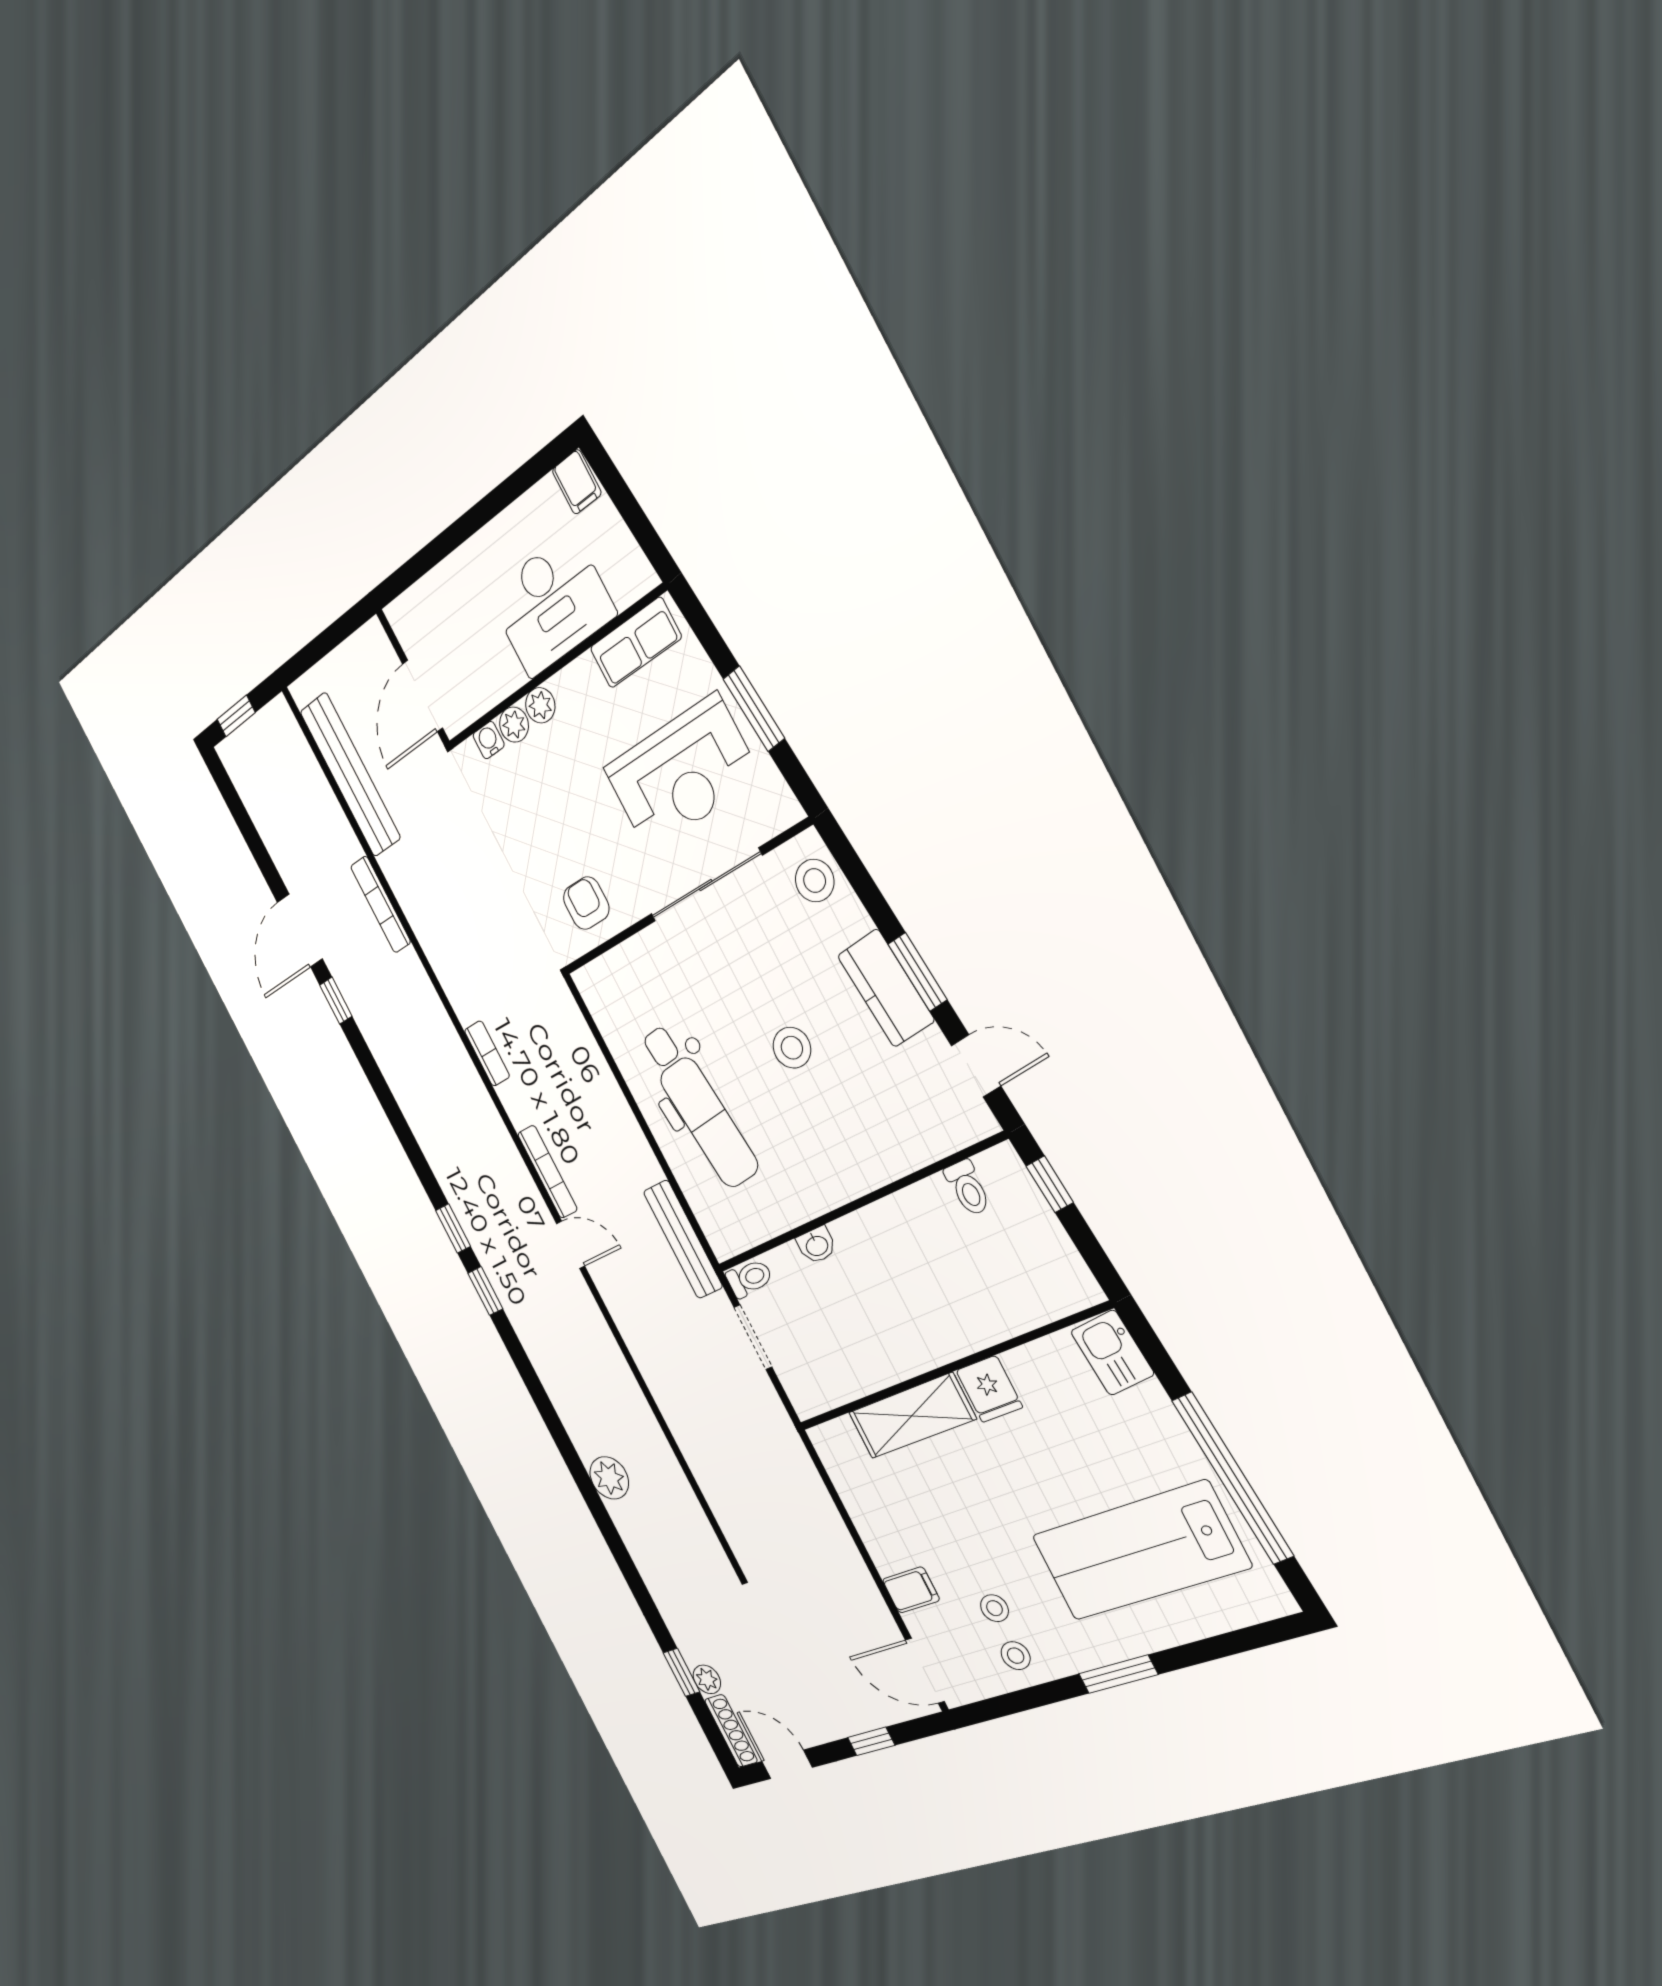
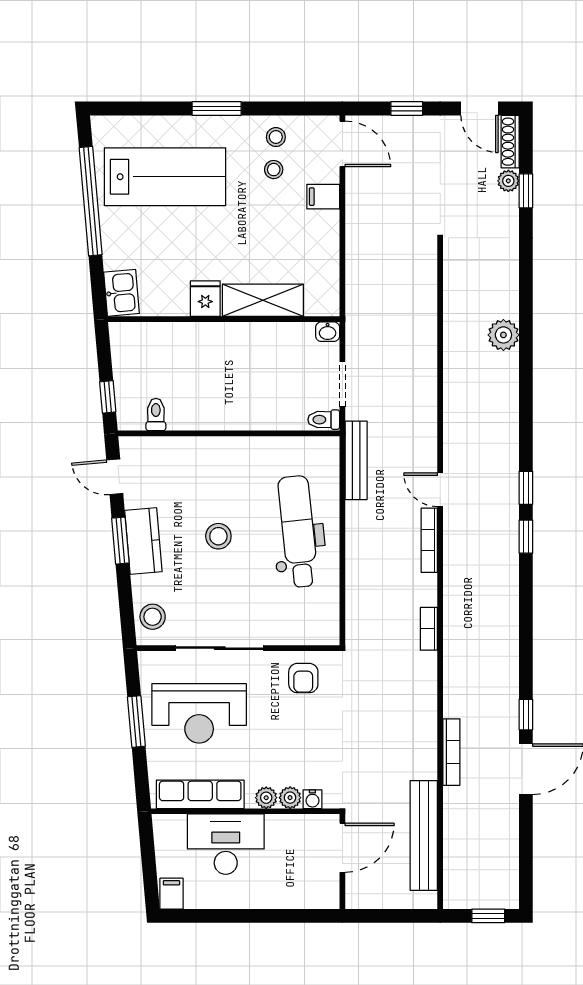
row of seats: (636, 643) -> (200, 794), width x1.48
reception desk: (682, 773) -> (199, 713), turned 180
washbasin: (817, 1245) -> (328, 332), moved, turned 180

